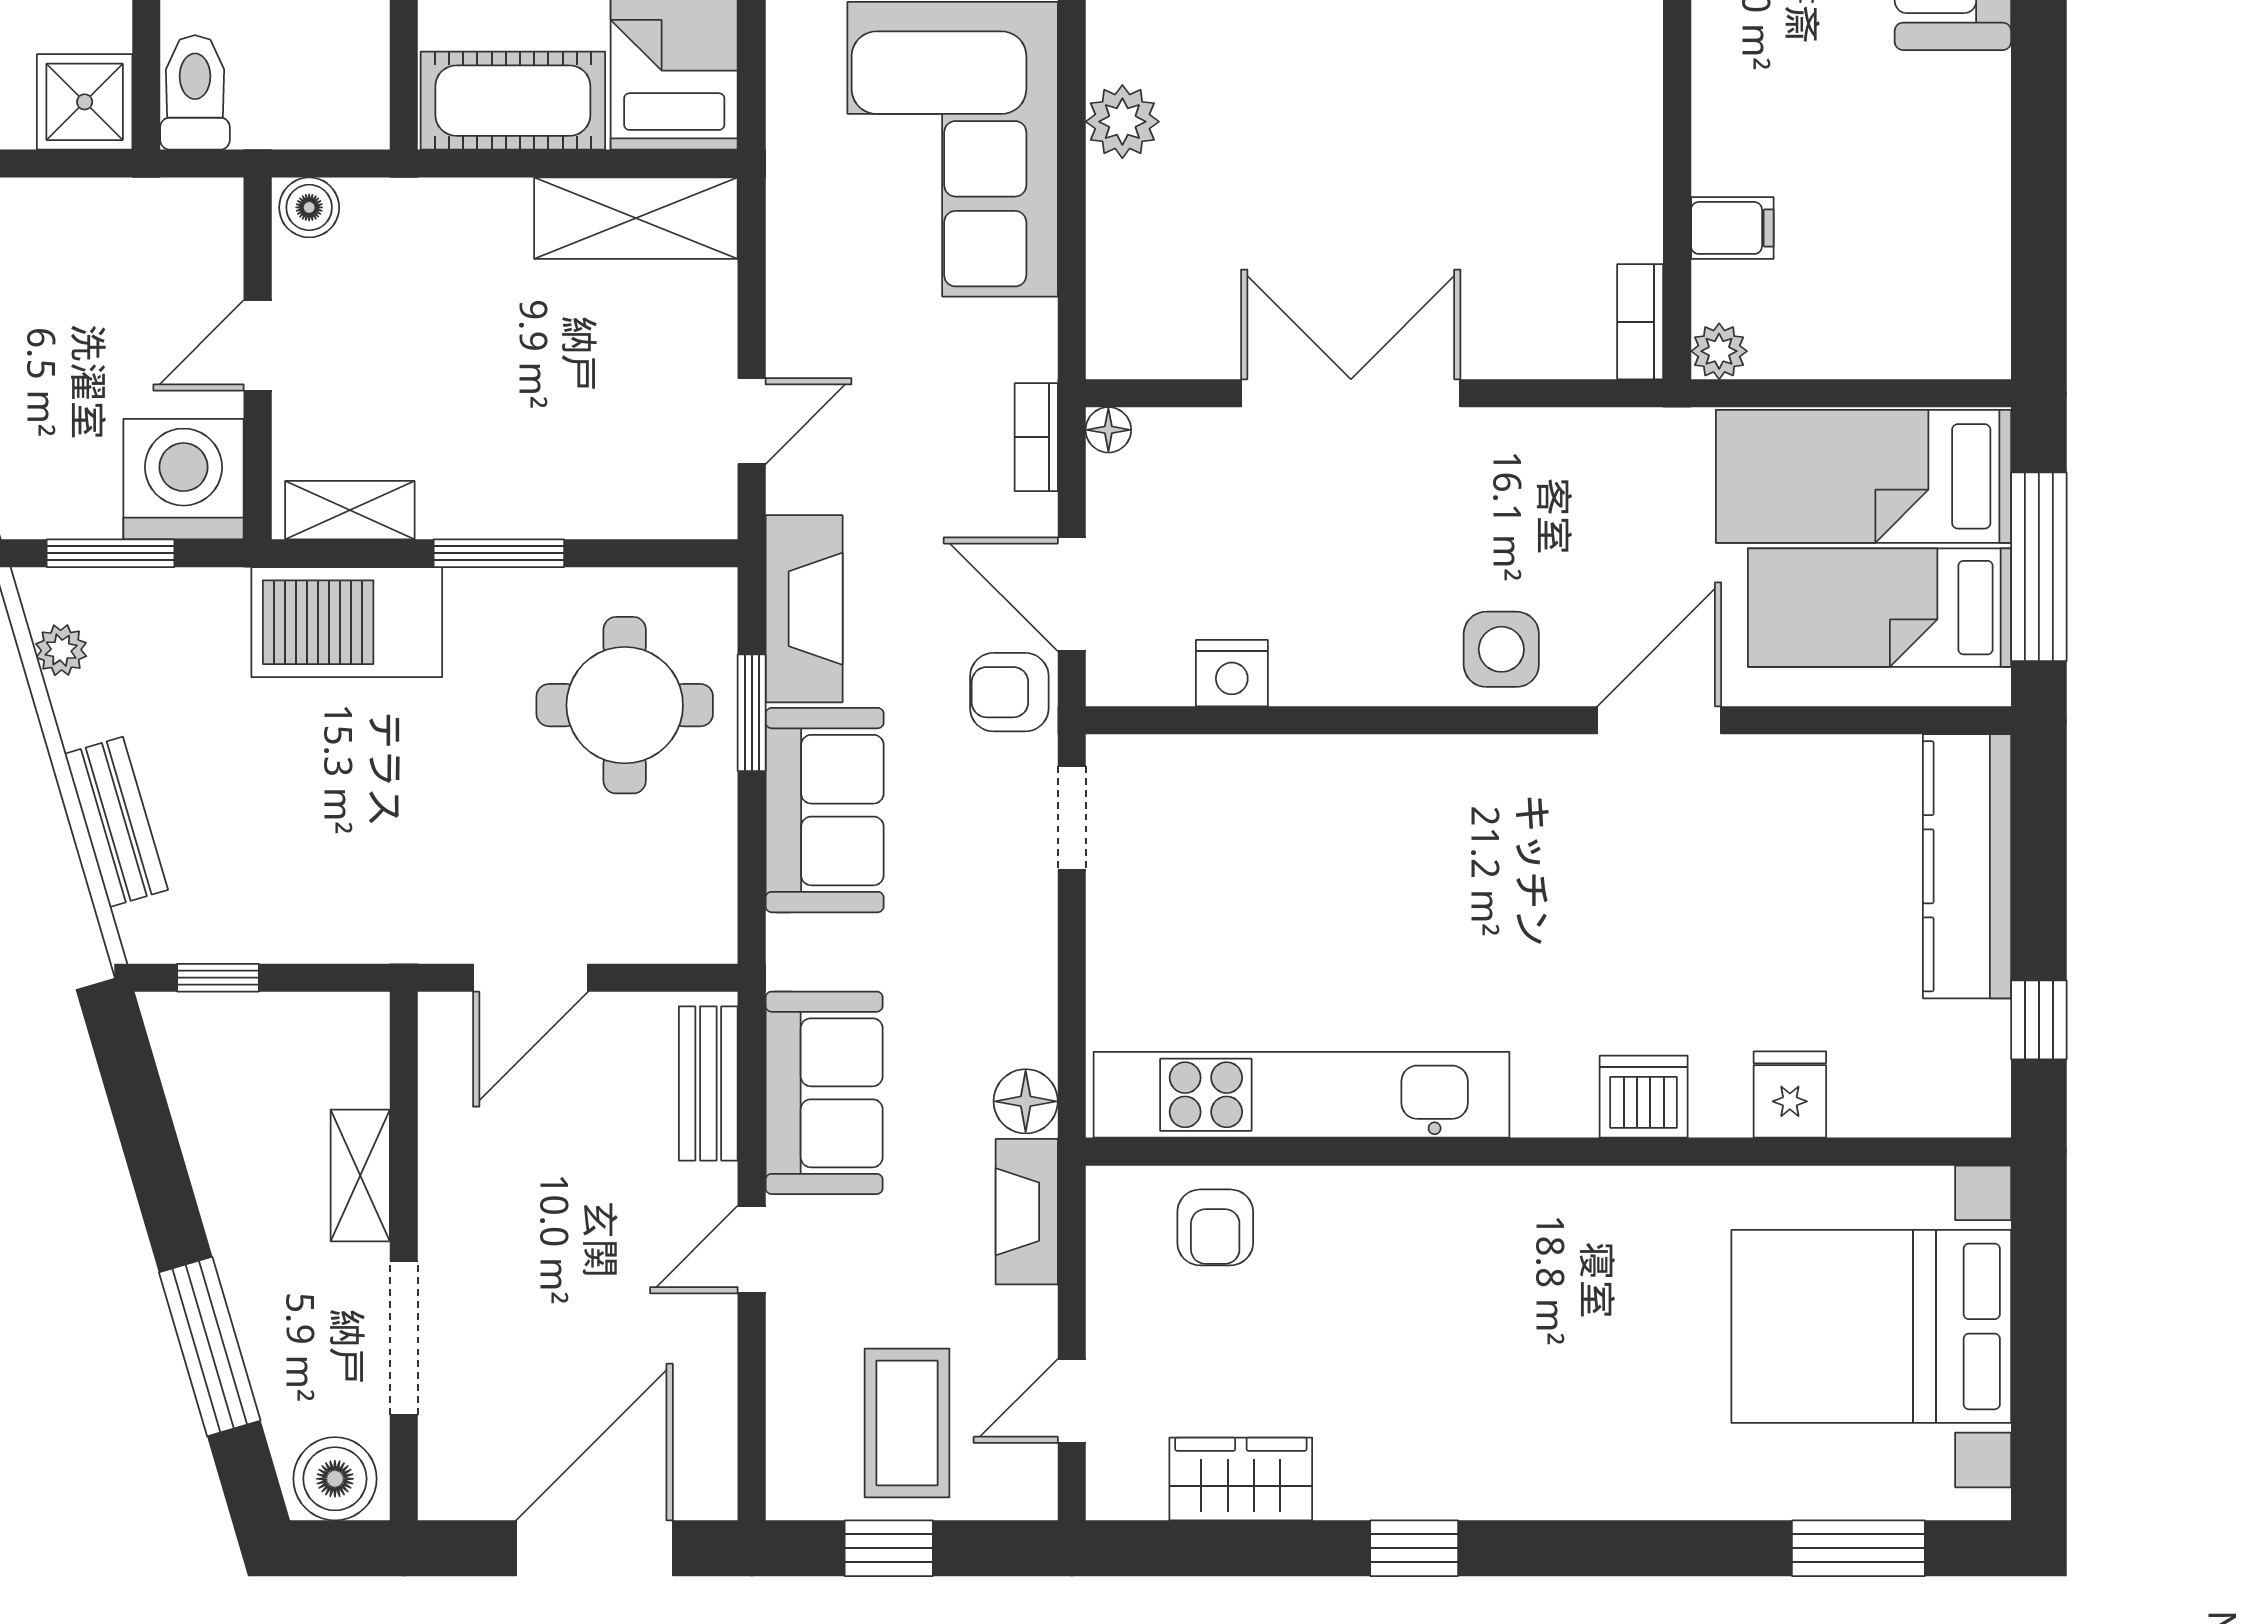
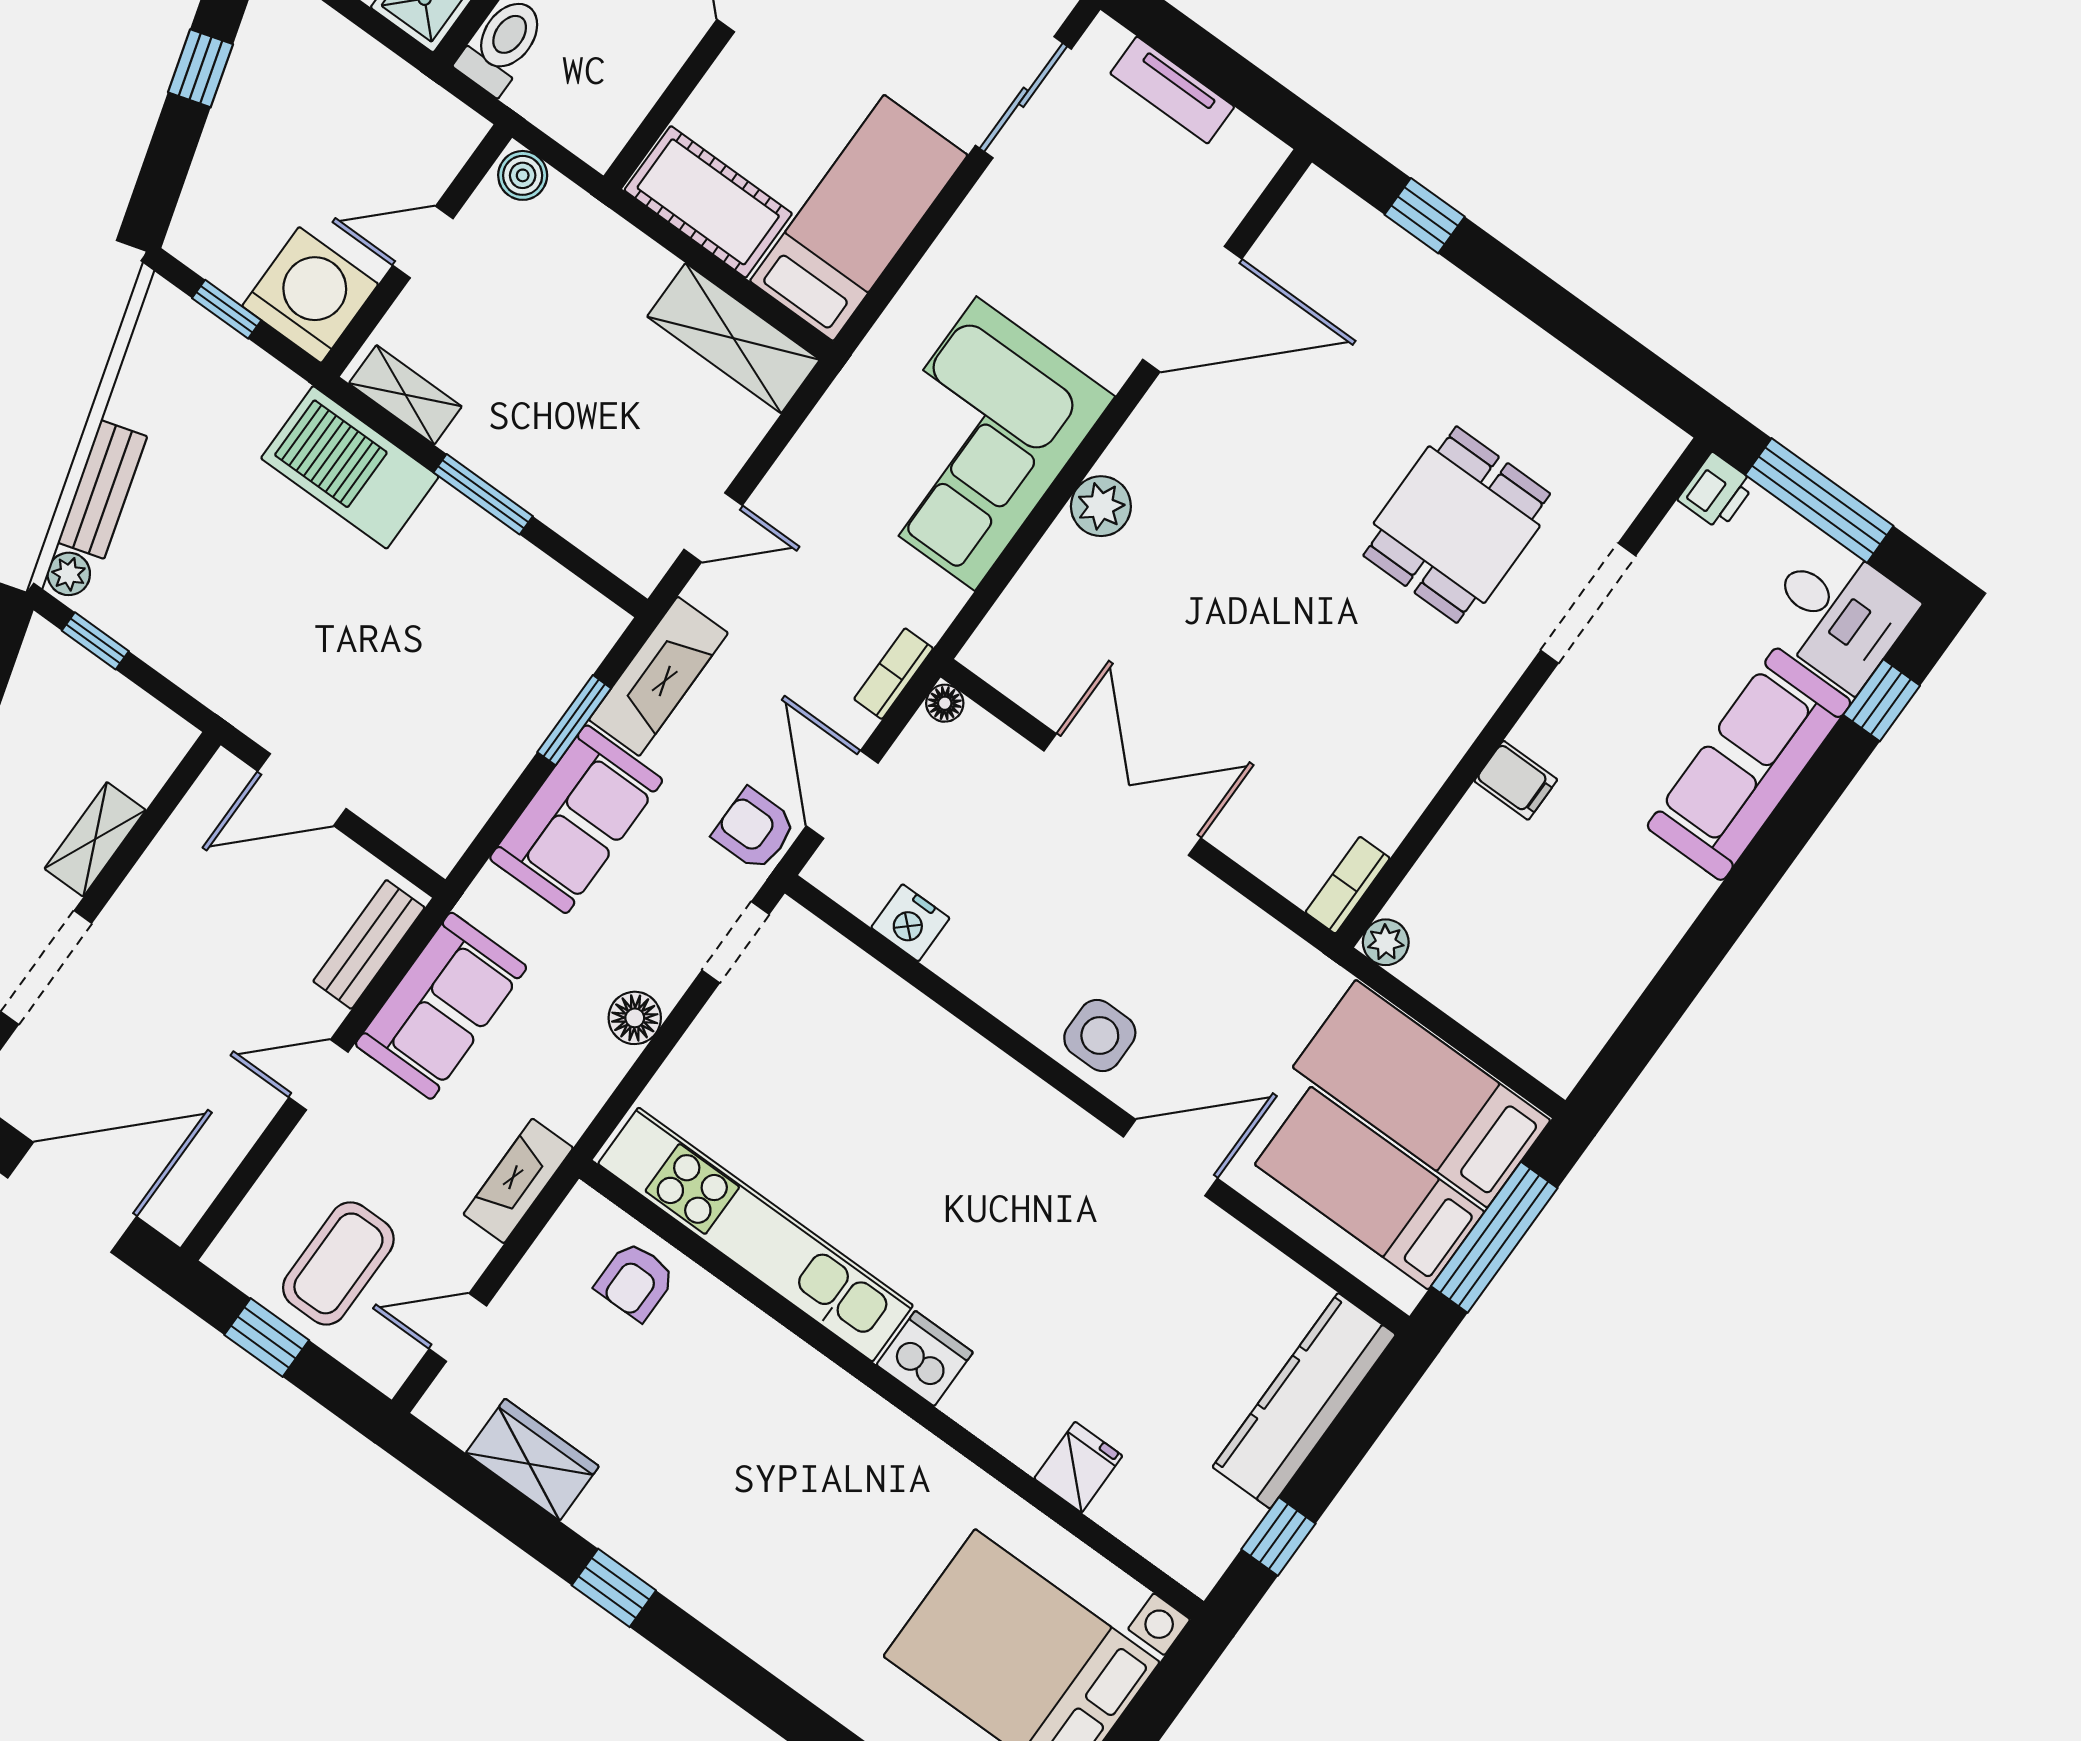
filing cabinet: (1732, 228) -> (1516, 780), moved
window: (111, 553) -> (227, 309), width x0.67
plant: (61, 650) -> (69, 574), moved
round table: (625, 705) -> (494, 655), removed
dishwasher: (1644, 1097) -> (925, 1358), moved
floor lamp: (1026, 1101) -> (635, 1018), moved

